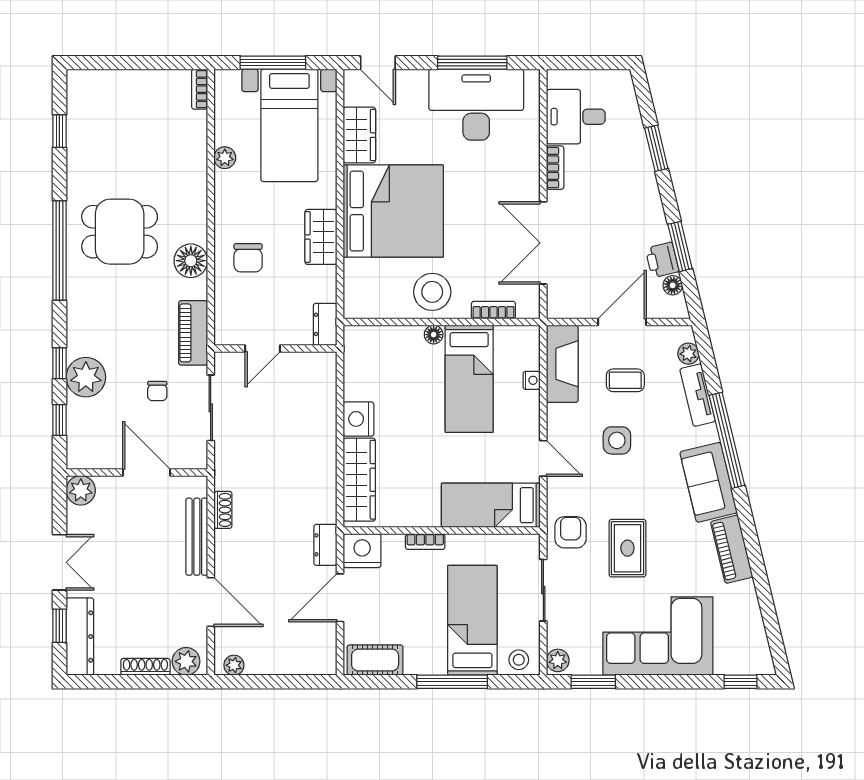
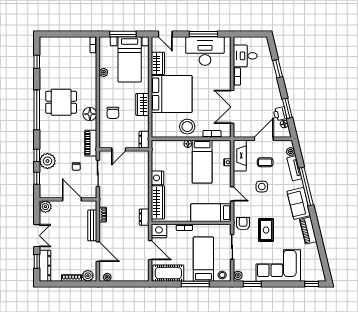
dresser: (325, 545) -> (144, 217), moved
door: (340, 598) -> (150, 250), swing flipped
cot: (375, 660) -> (168, 273), width x1.37, depth x1.34

